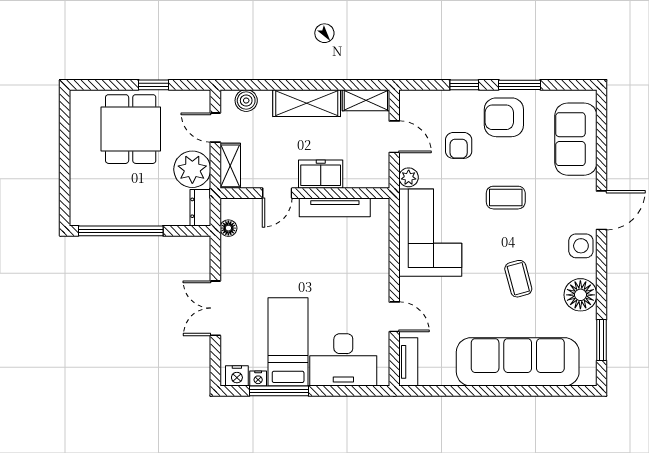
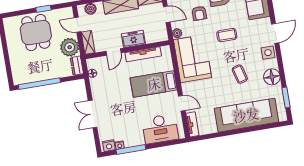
bed: (288, 342) -> (154, 84), moved, turned -90

